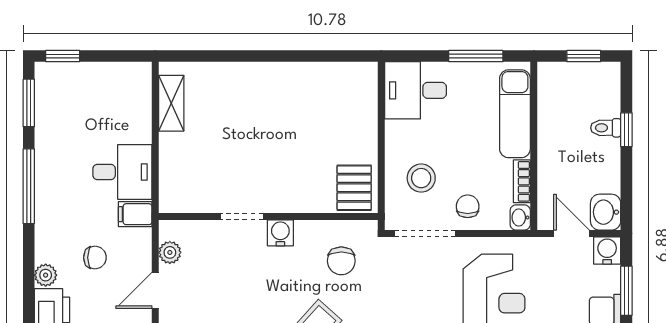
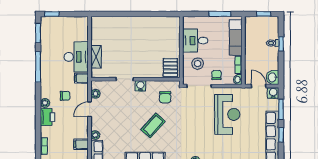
desk: (415, 90) -> (195, 41), moved
shelving: (171, 103) -> (96, 57), moved
desk: (122, 172) -> (76, 57), width x1.37

